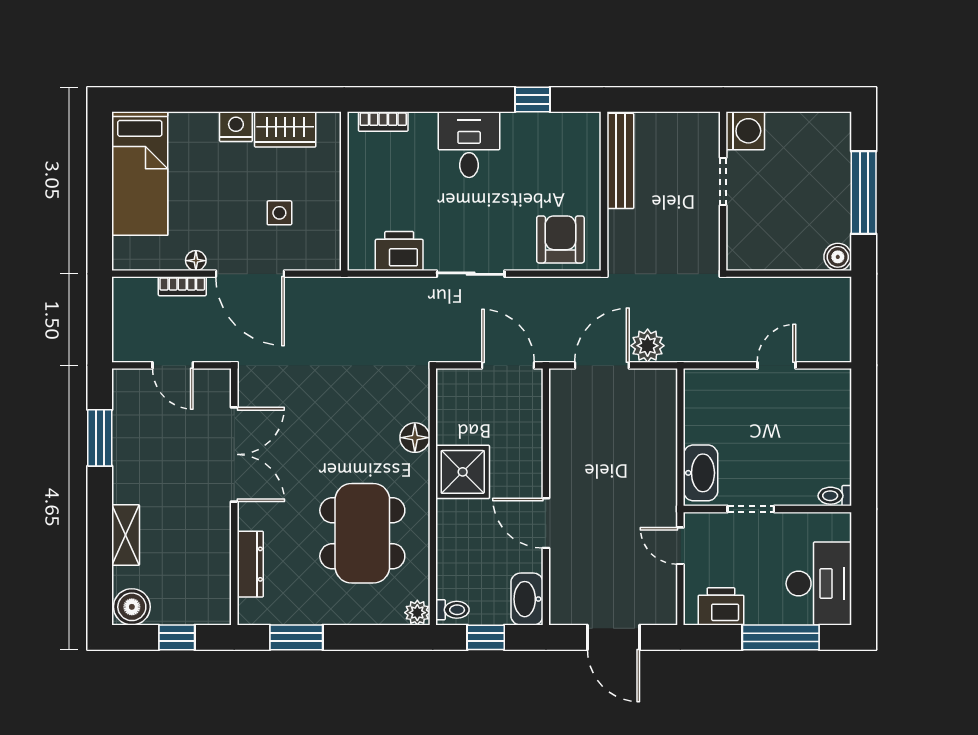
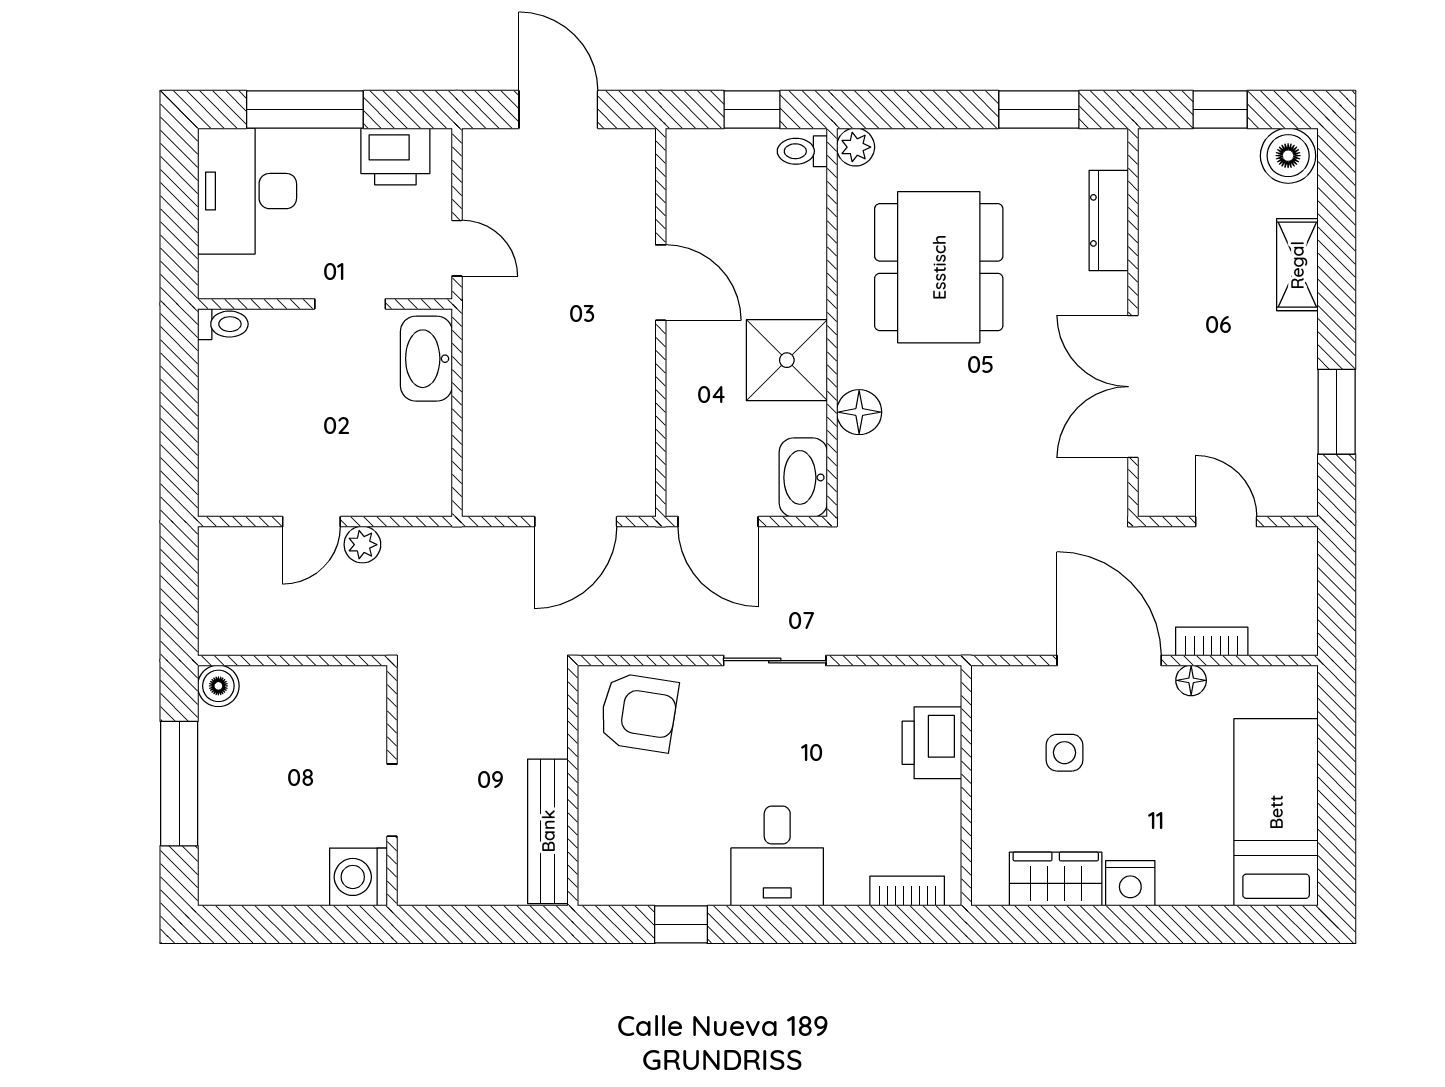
armchair: (560, 239) -> (639, 712), turned -81
printer: (399, 251) -> (932, 743), moved, turned 90
plant: (648, 346) -> (362, 545), moved, width x0.73, depth x0.73
washbasin: (527, 599) -> (803, 477), moved, turned 180

